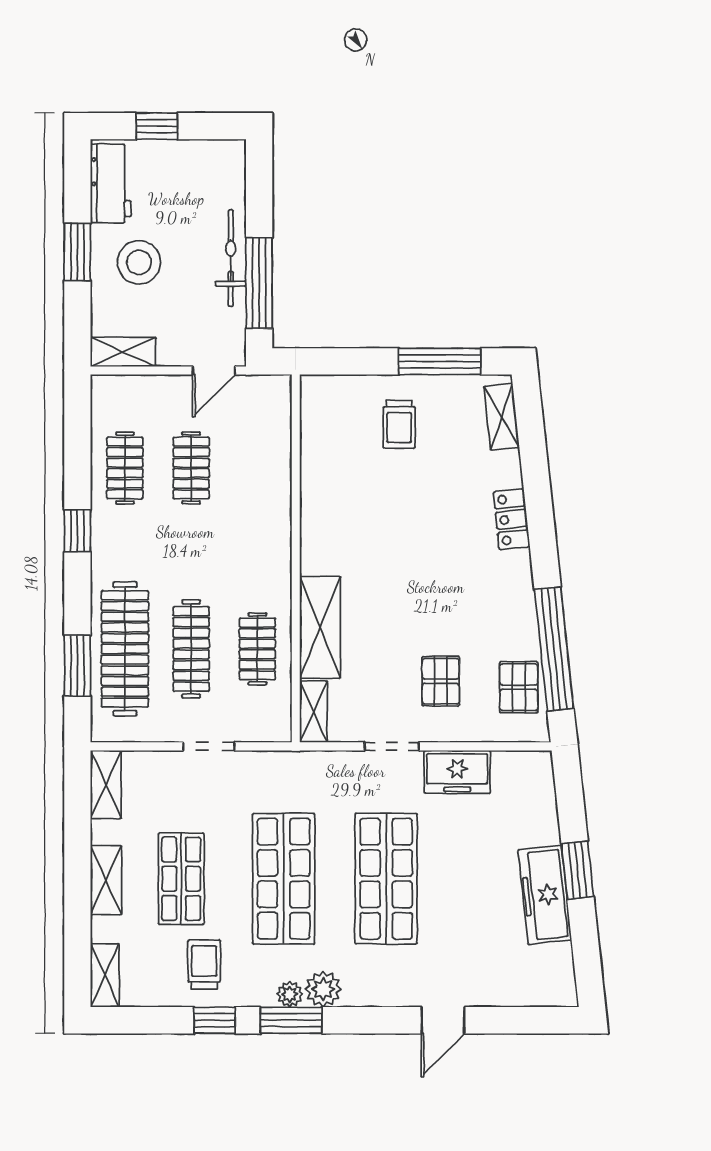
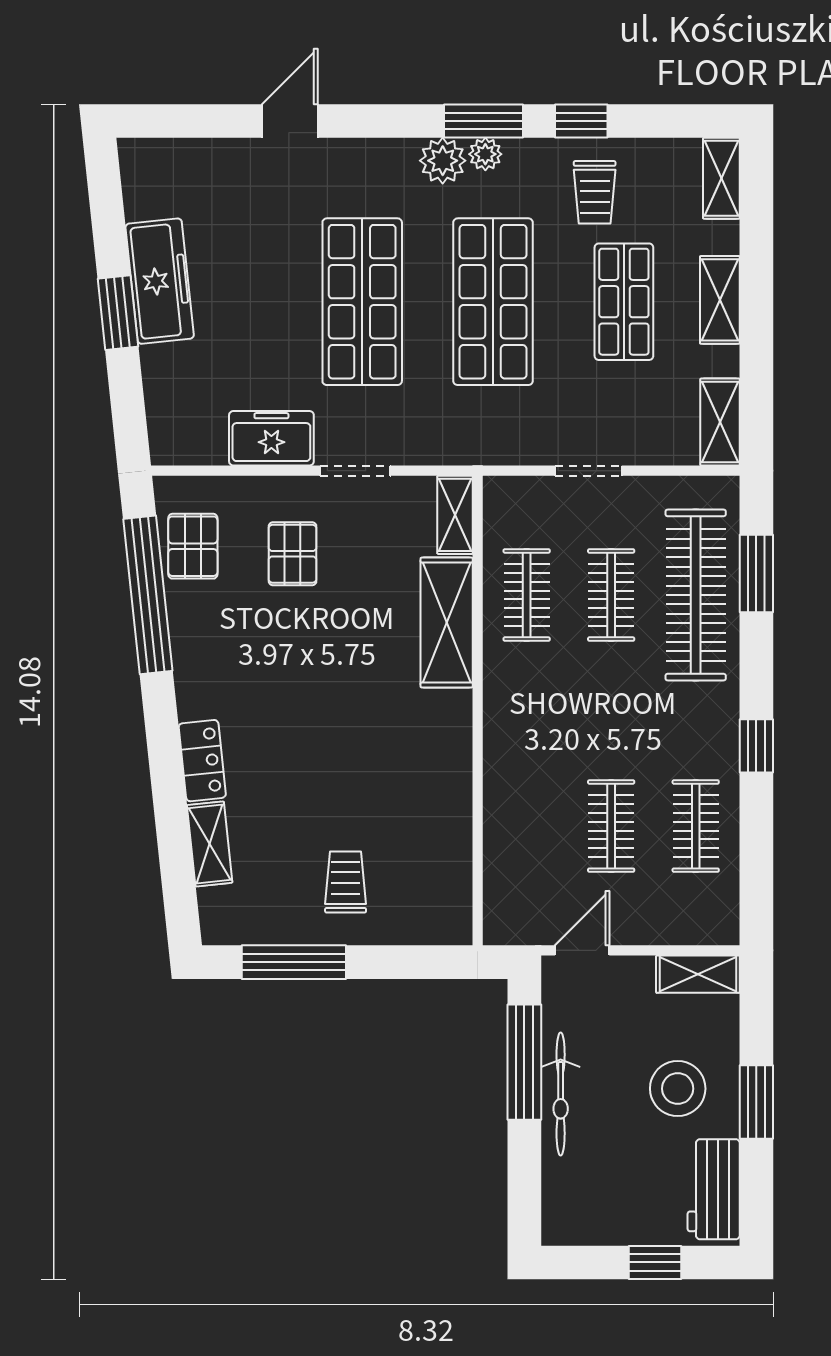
shelving: (502, 417) -> (210, 844), moved
clothes rail: (191, 649) -> (611, 595), width x0.73

